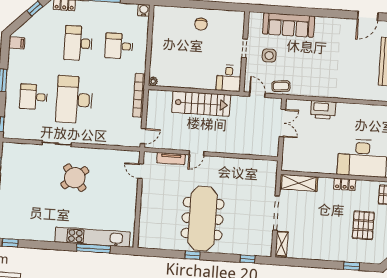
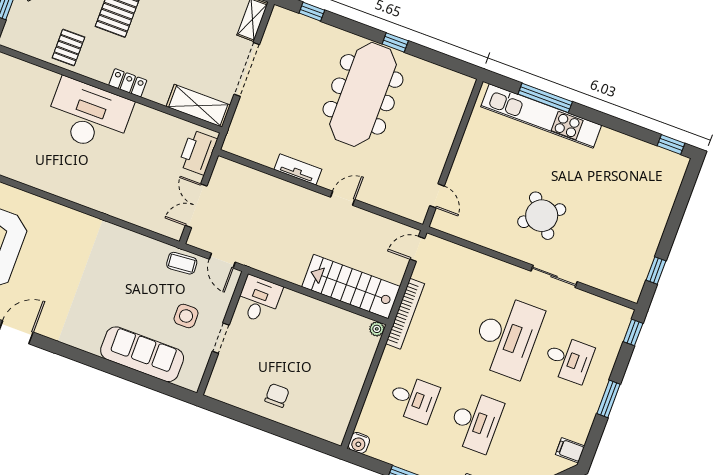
stairs: (201, 104) -> (351, 287), moved
printer: (323, 110) -> (198, 152), moved, turned -90
tv unit: (171, 159) -> (298, 169), moved

